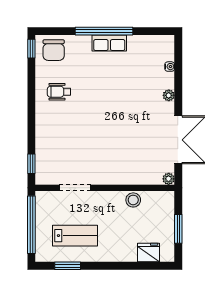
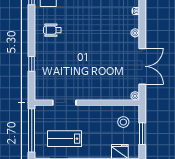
window: (31, 164) -> (32, 64), moved
stool: (133, 200) -> (123, 122), moved
lab bench: (75, 236) -> (64, 139), turned 180

